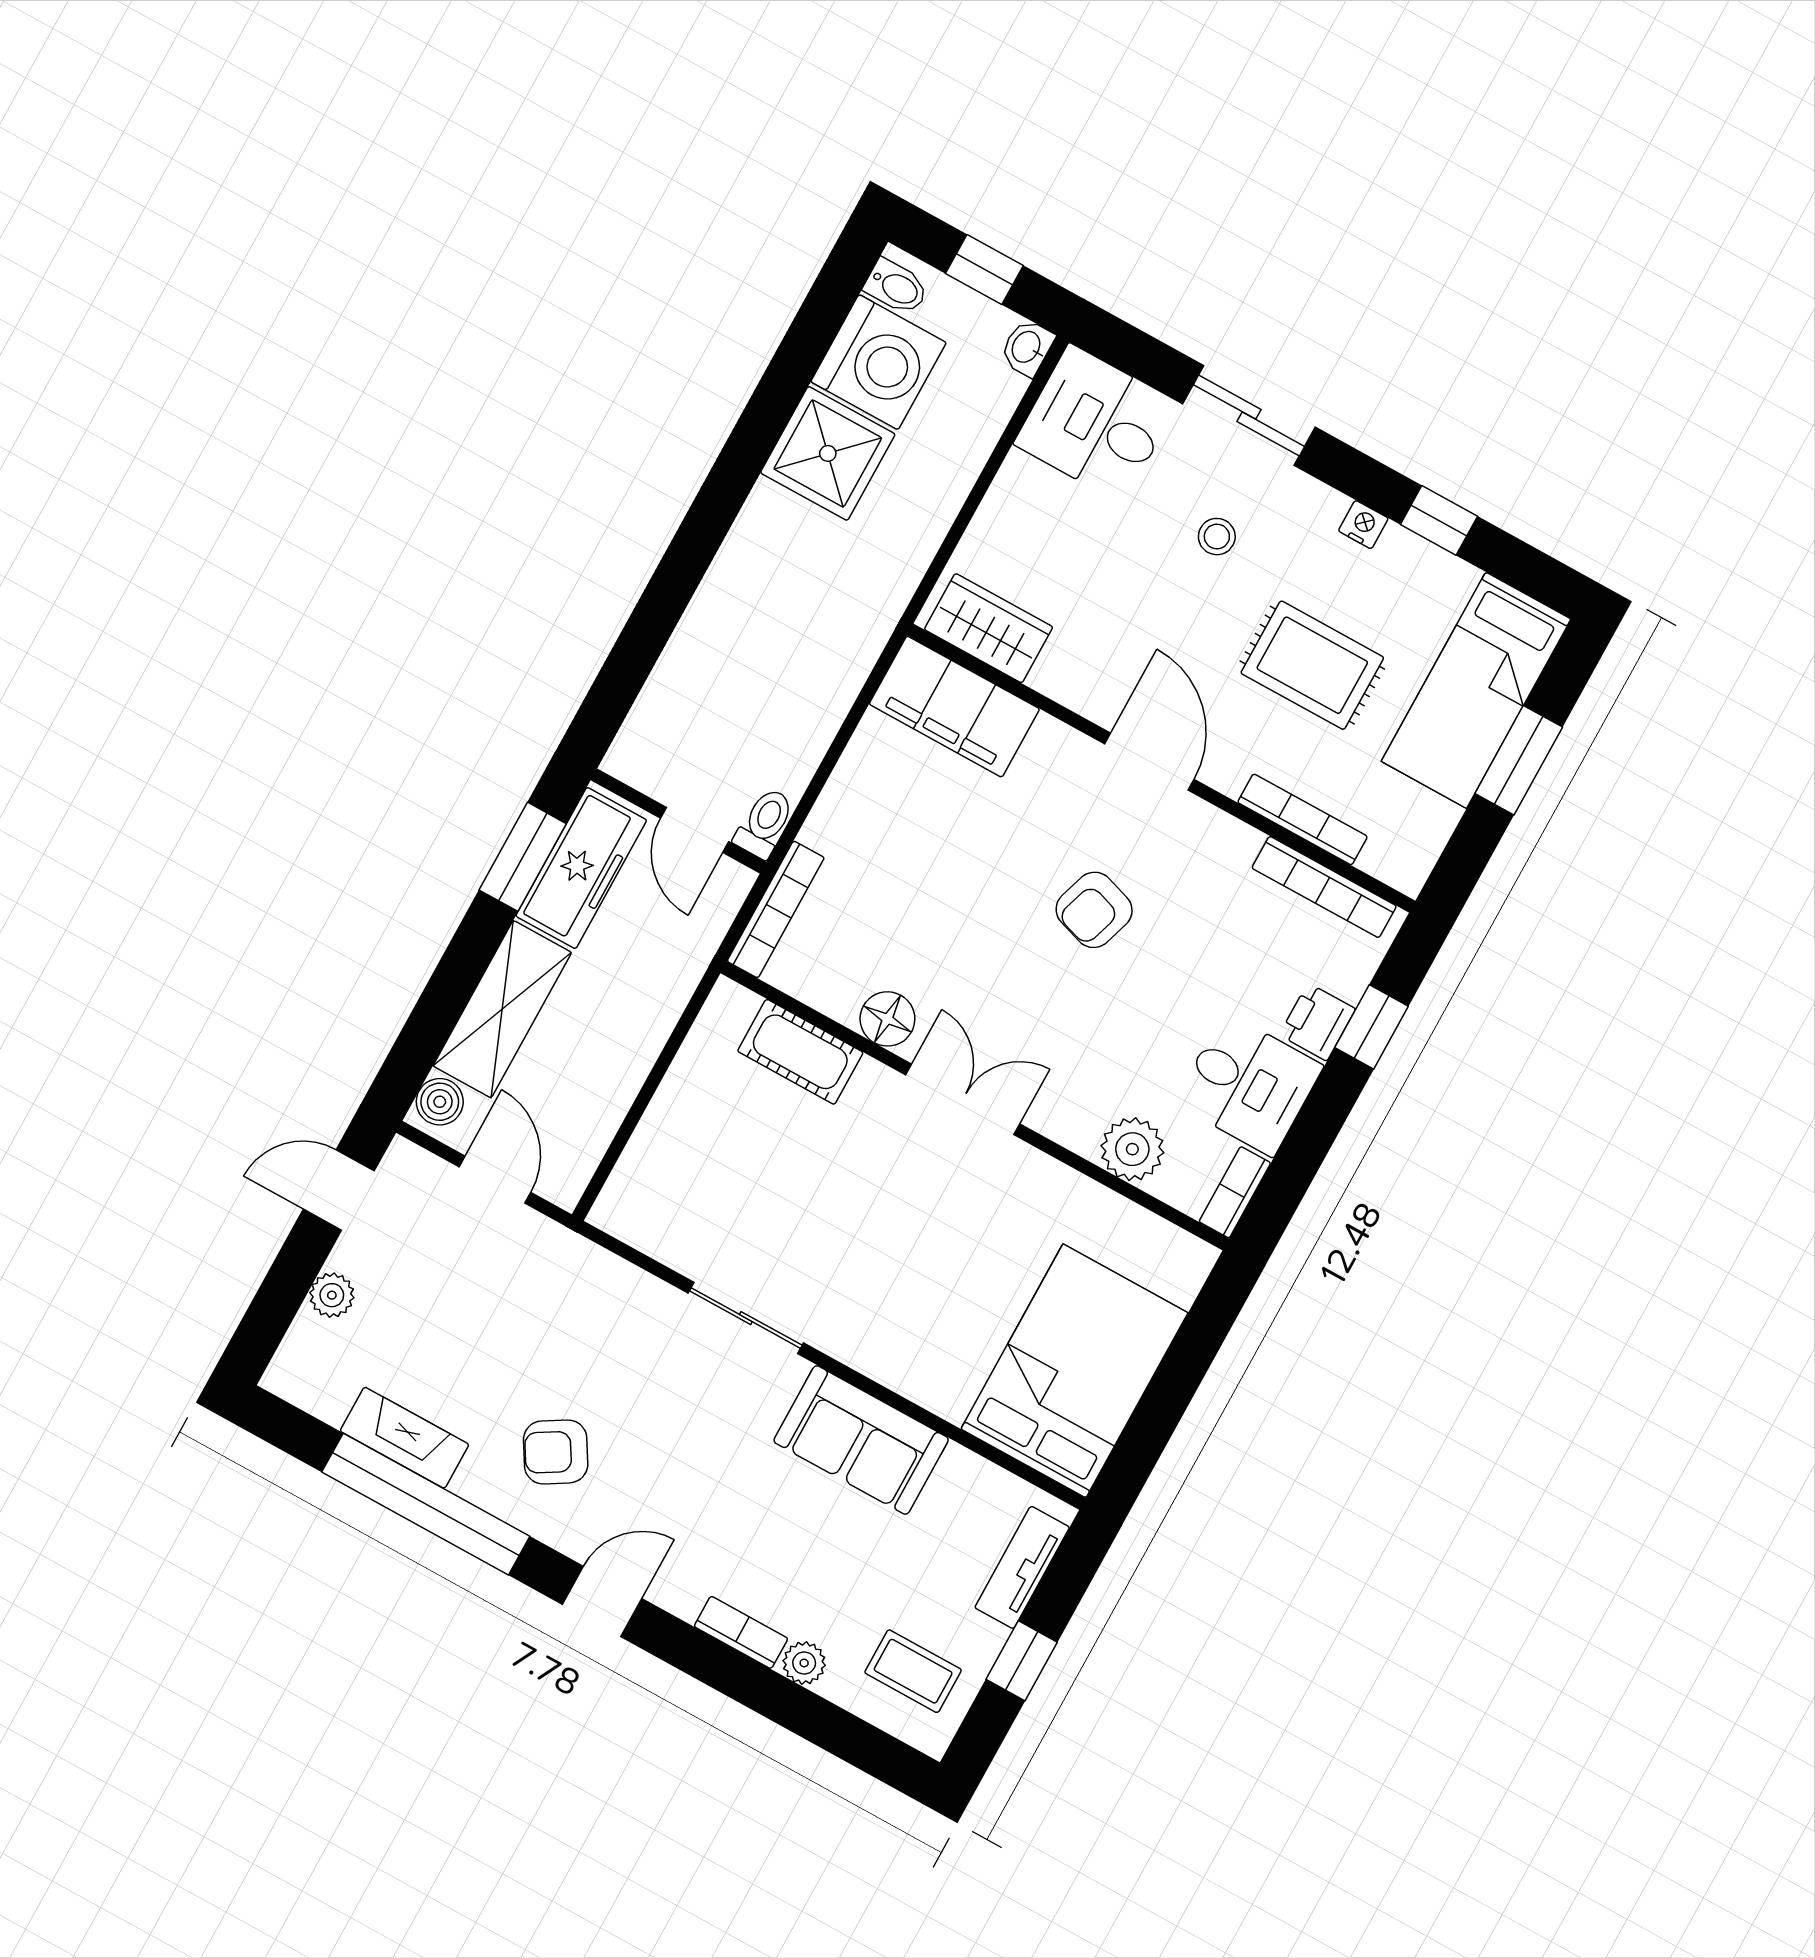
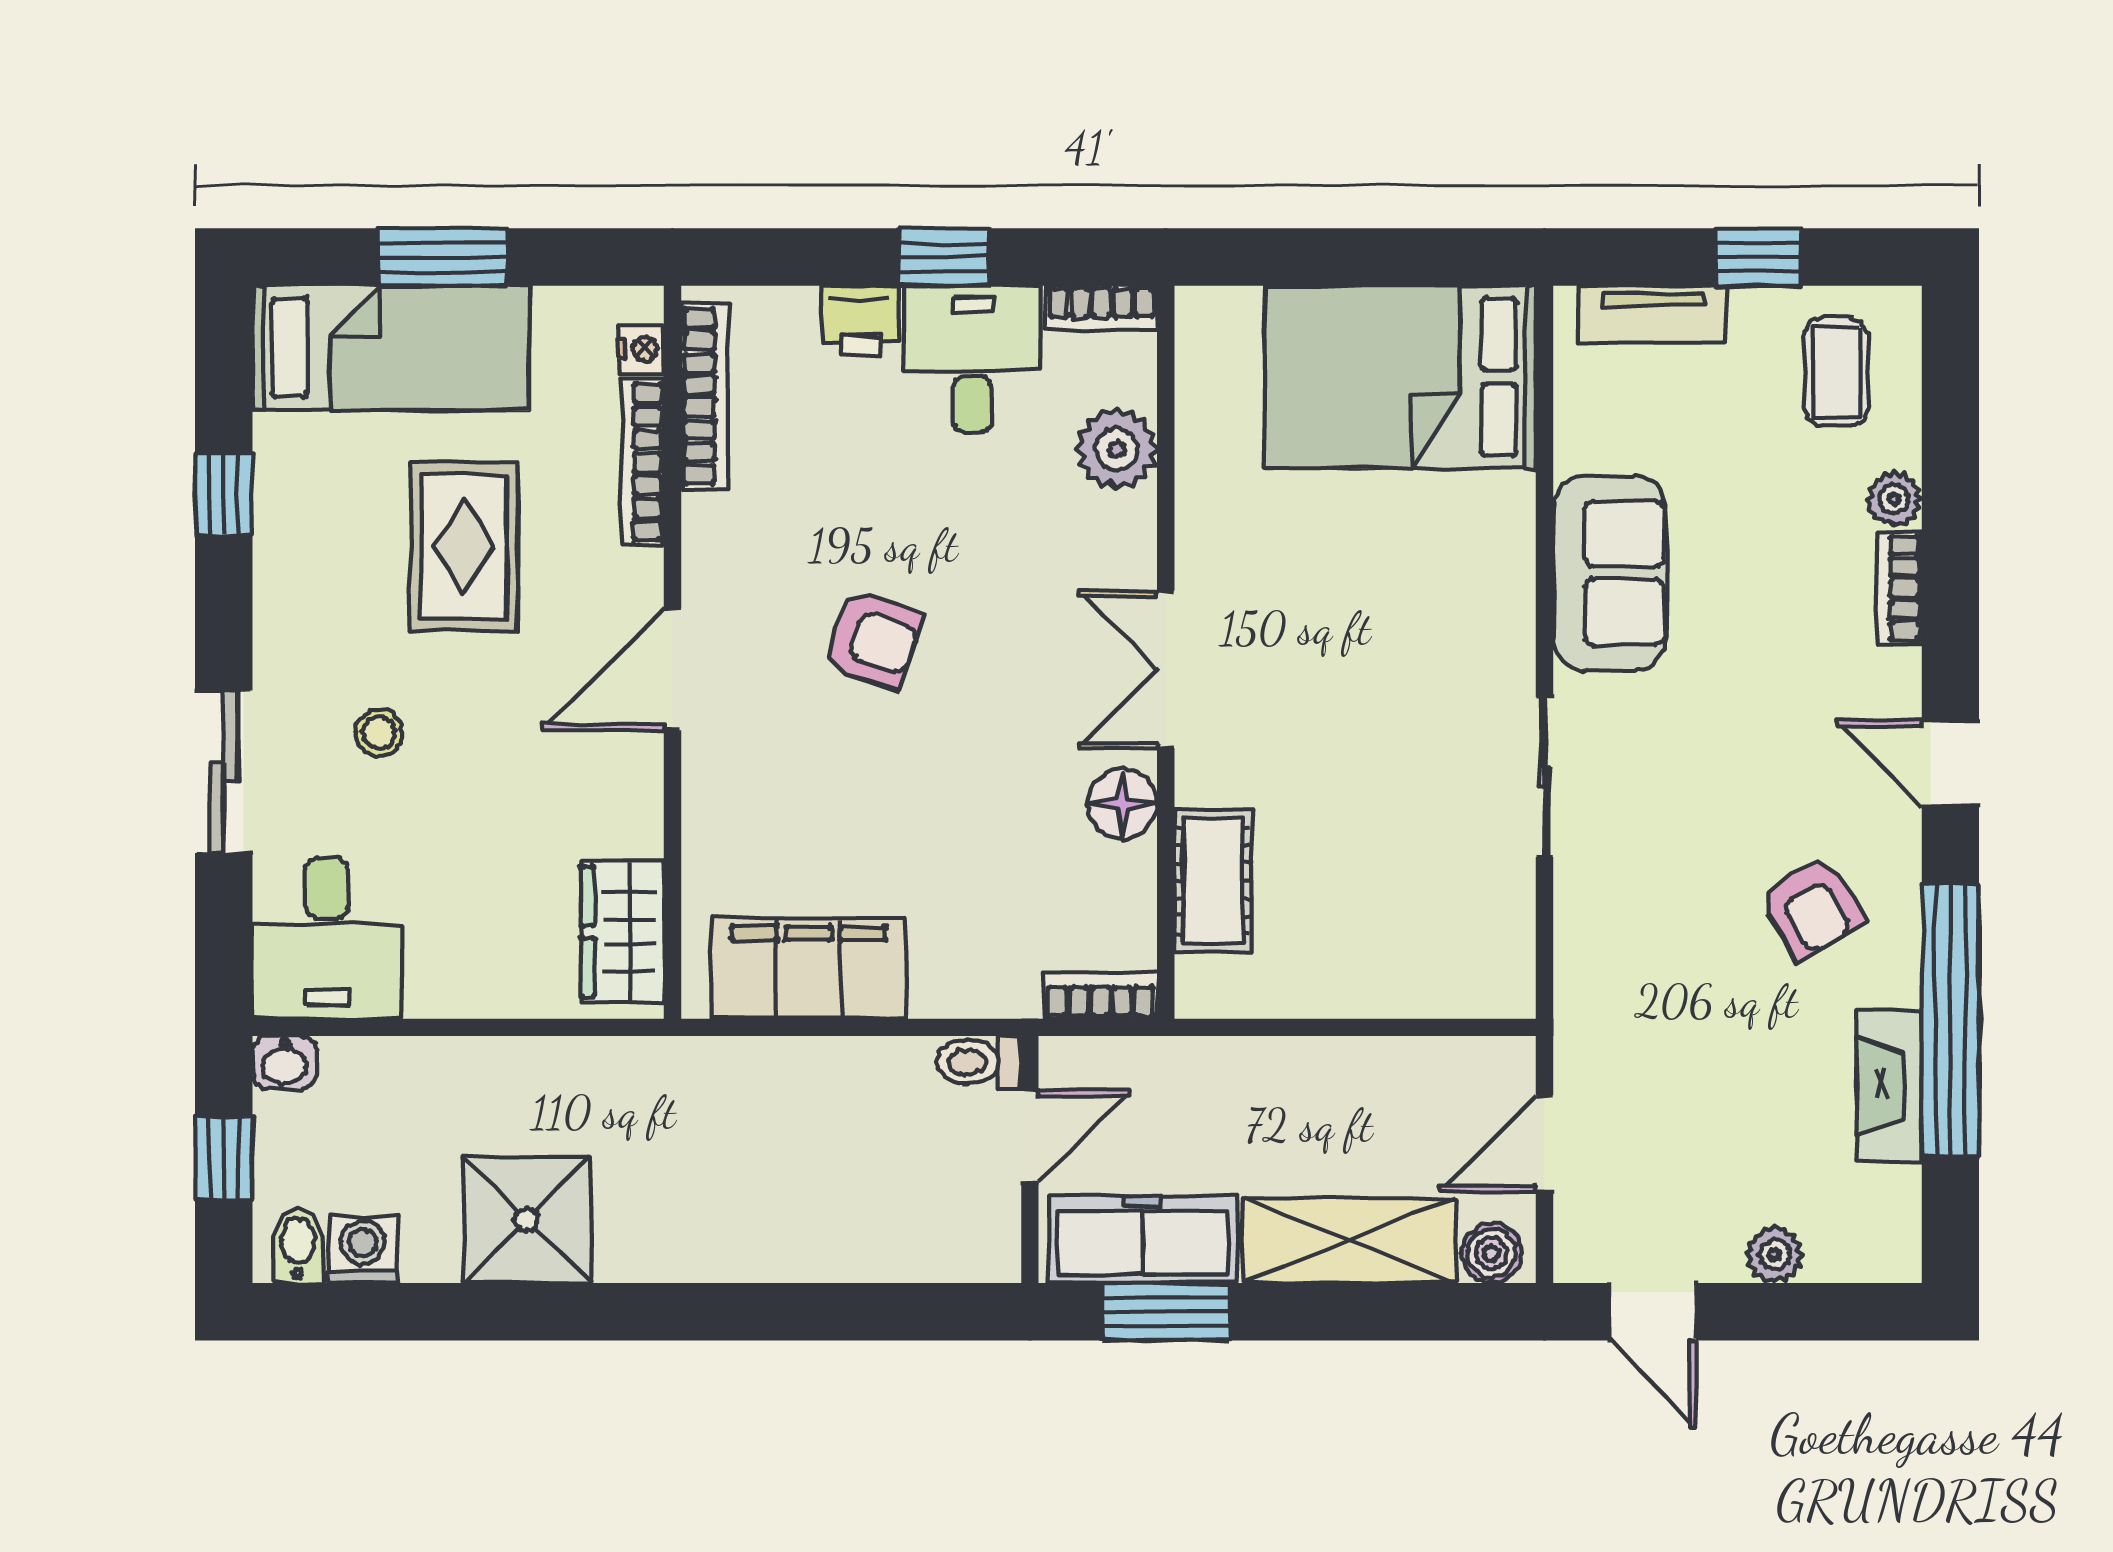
washing machine: (878, 362) -> (363, 1249), width x0.53, depth x0.53
nightstand: (1363, 525) -> (641, 349), moved, turned 180
filing cabinet: (954, 707) -> (809, 968), moved, turned -90
bookcase: (776, 909) -> (1101, 996), width x0.64
window: (1372, 1027) -> (944, 257), moved

